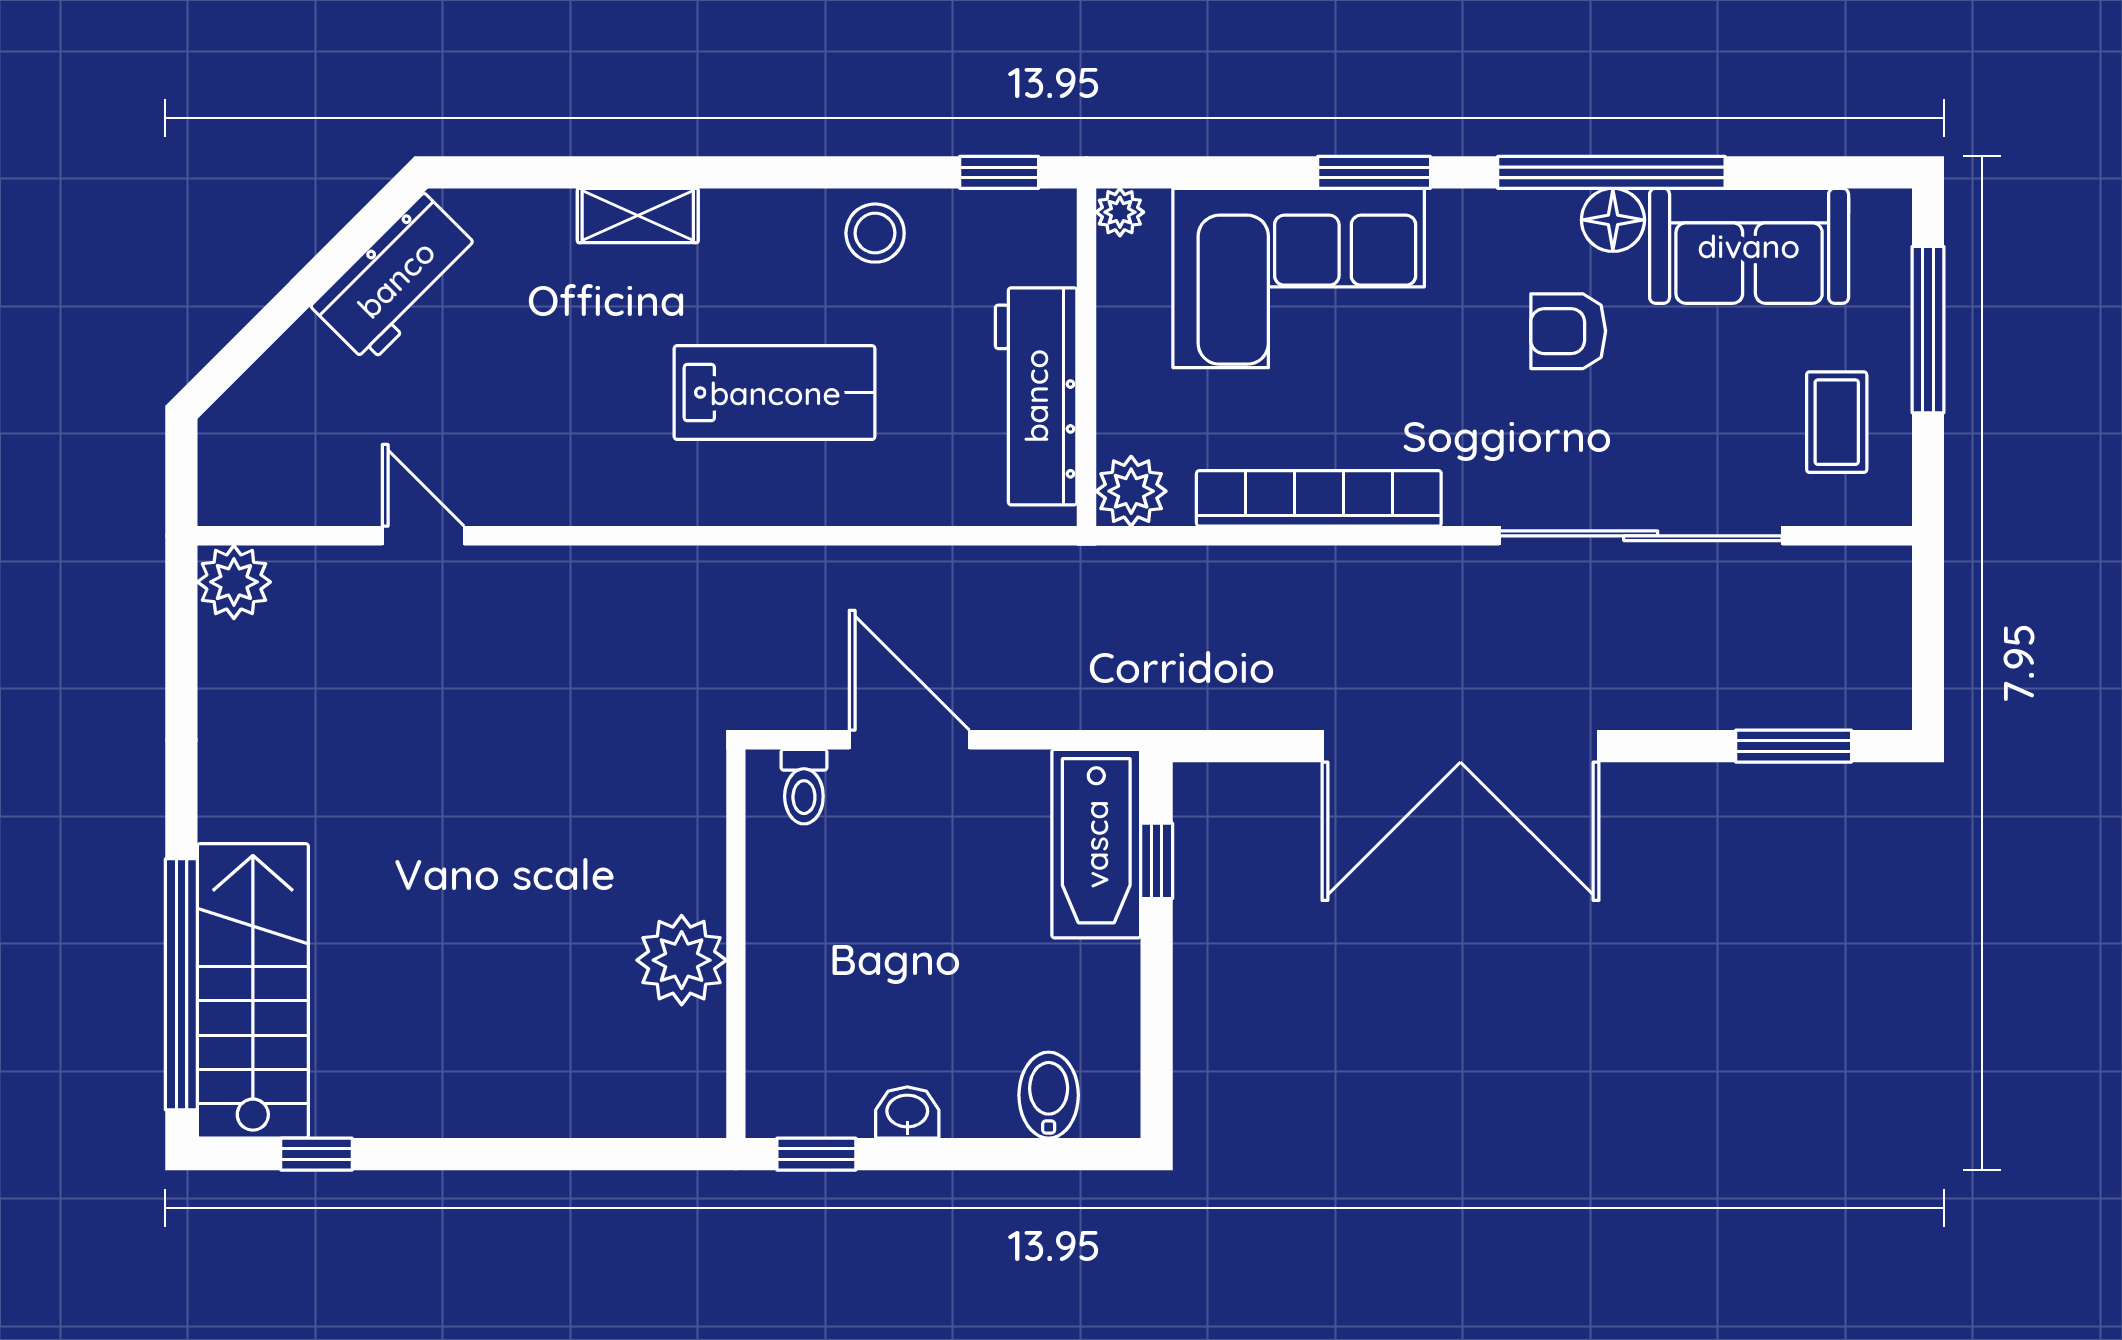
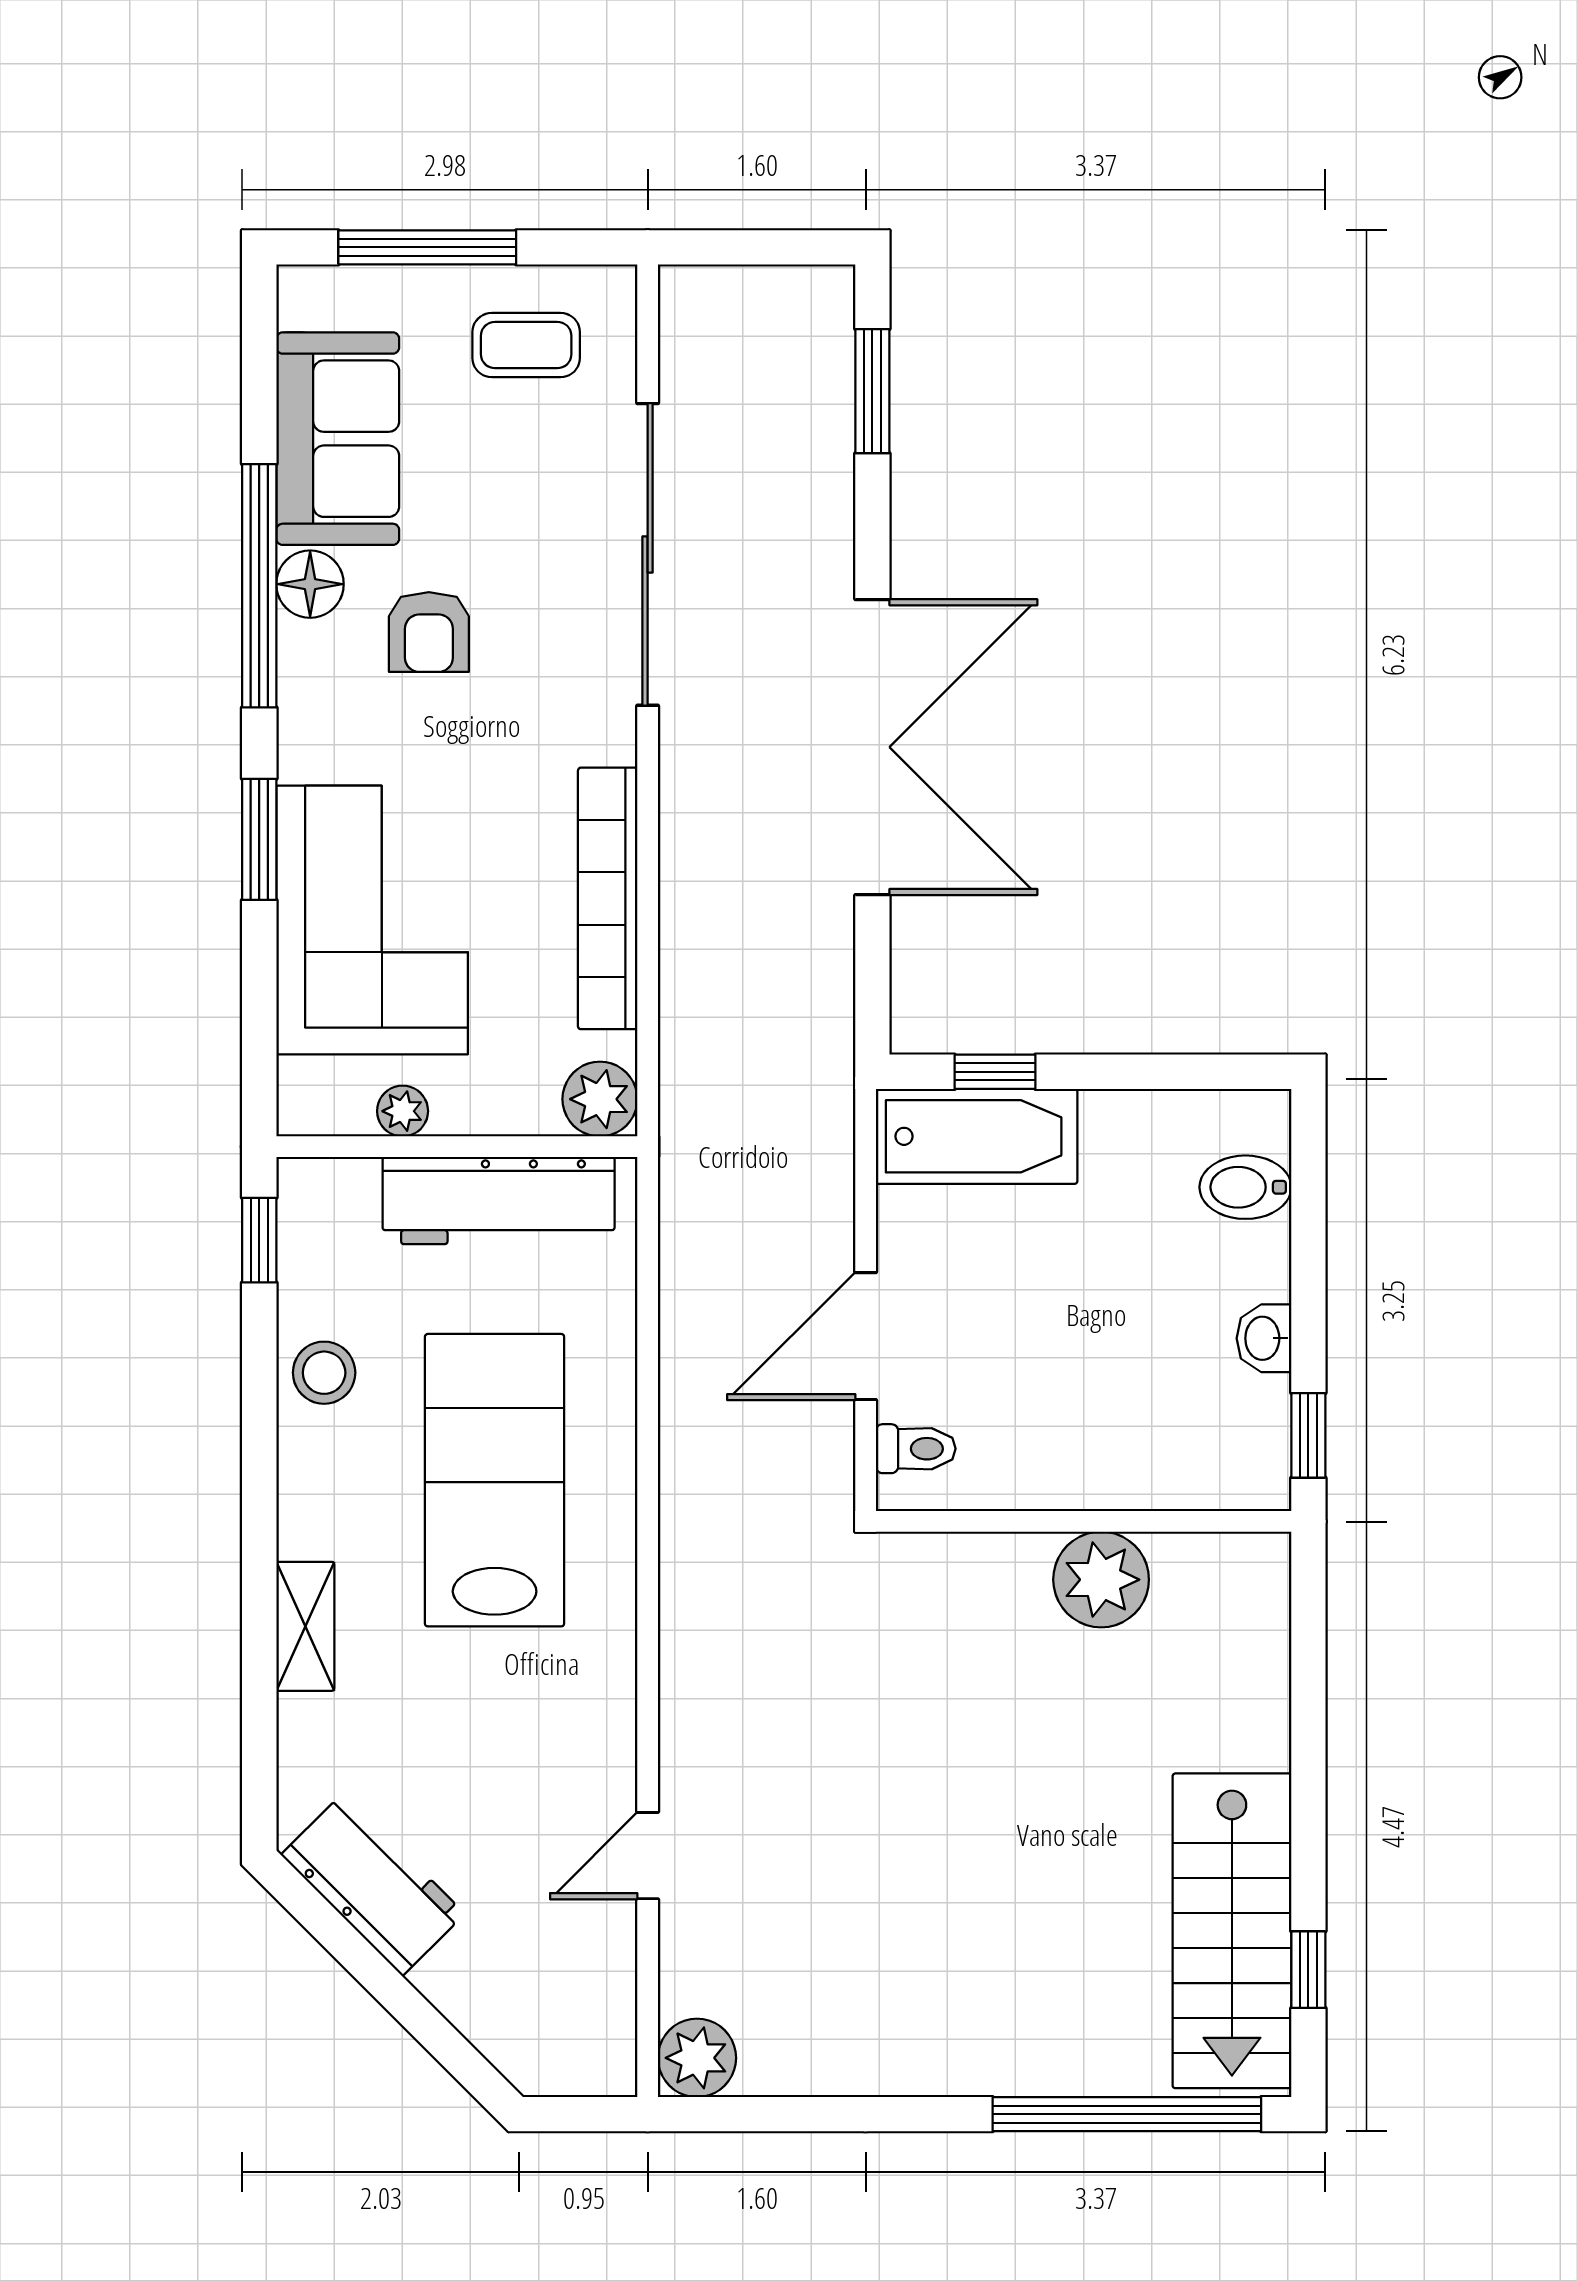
plant: (1120, 212) -> (403, 1111), moved
lab bench: (775, 393) -> (495, 1480), width x1.36, depth x1.39
stairs: (253, 991) -> (1232, 1931), moved, turned -90

